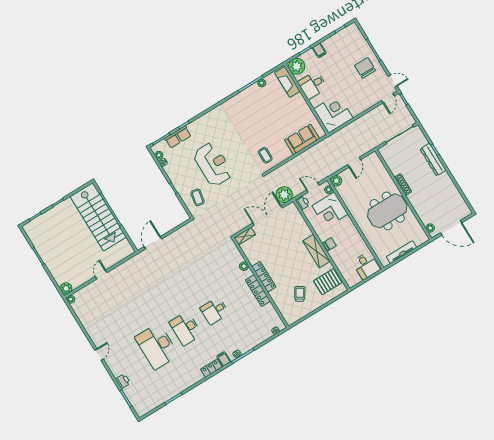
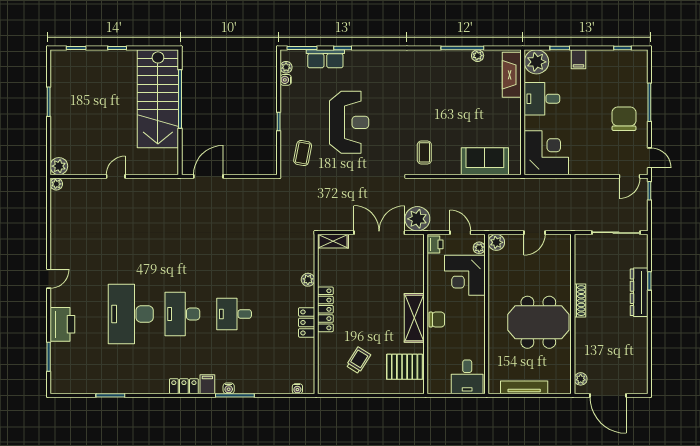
locker: (258, 291) -> (307, 322), width x0.66
printer: (123, 381) -> (62, 324), width x1.87, depth x1.48

